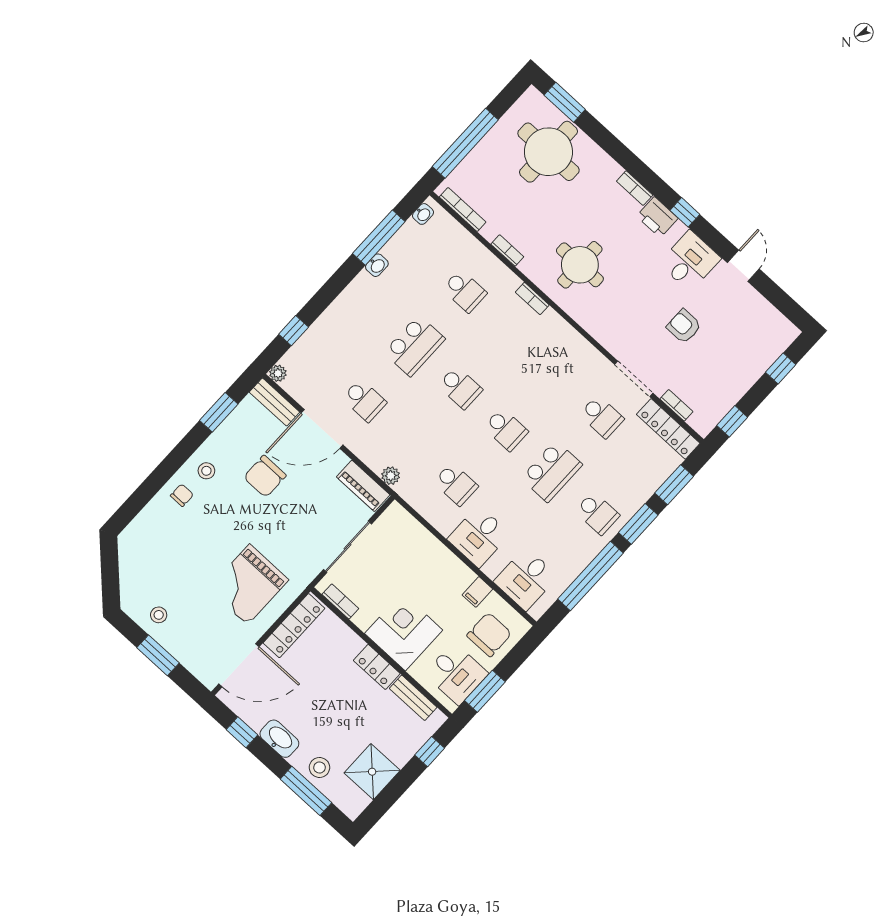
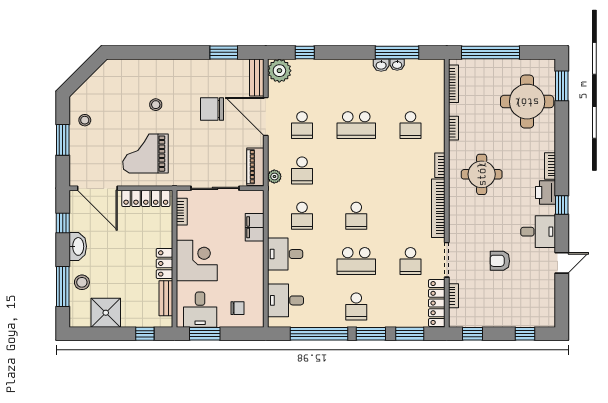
washbasin: (423, 214) -> (397, 65), moved
armchair: (684, 326) -> (500, 261), turned -90
bookcase: (574, 340) -> (438, 208), added
plant: (278, 373) -> (279, 71), width x1.88, depth x1.88
school desk: (460, 388) -> (302, 170), moved
stool: (206, 471) -> (156, 105), moved
chair: (182, 495) -> (161, 74), removed
filing cabinet: (477, 592) -> (255, 227), moved, width x2.00
chair: (489, 635) -> (238, 308), width x0.54, depth x0.54

